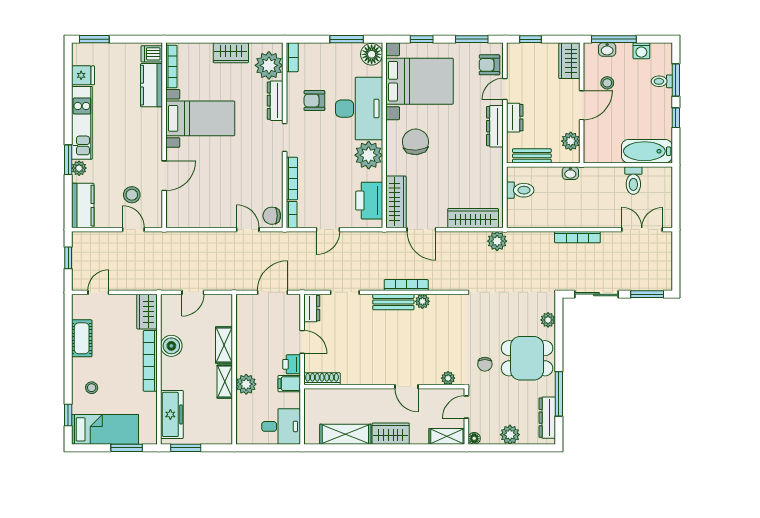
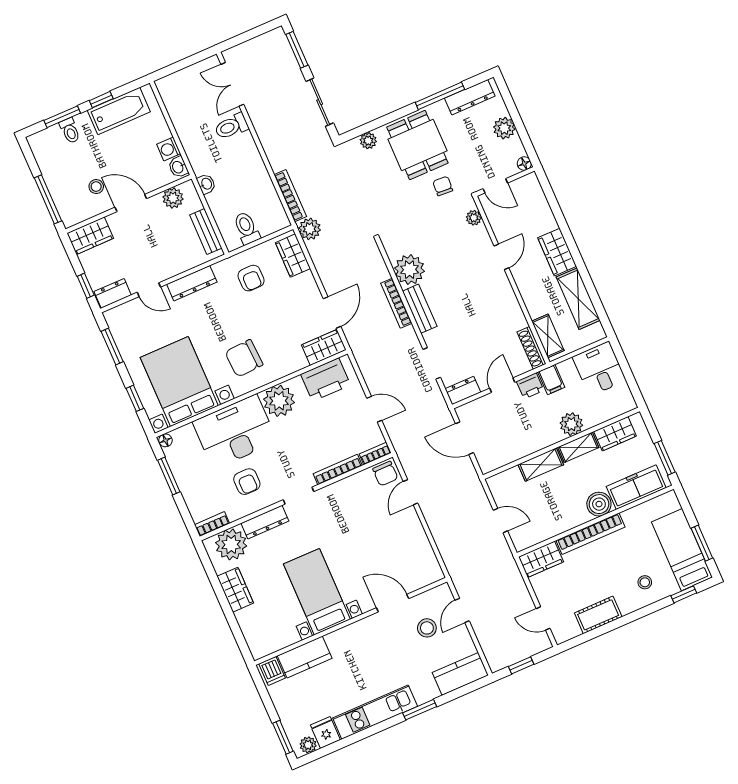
washbasin: (607, 50) -> (178, 167), moved, turned 180
washing machine: (641, 51) -> (169, 149), moved, turned 180
floor lamp: (372, 54) -> (165, 440), width x0.53, depth x0.53
armchair: (489, 65) -> (251, 278), moved
bookcase: (171, 67) -> (276, 645), removed
dresser: (515, 118) -> (113, 293), moved
bathtub: (647, 151) -> (119, 111), moved, turned -90
plant: (79, 168) -> (308, 745), moved
toilet: (633, 181) -> (231, 126), moved, turned 180
wardrobe: (396, 202) -> (324, 347), width x0.67
wardrobe: (473, 218) -> (293, 256), width x0.67
bookcase: (577, 237) -> (290, 196), moved
plant: (422, 301) -> (409, 270), width x1.88, depth x1.88
boiler: (171, 346) -> (599, 504), moved
chair: (485, 364) -> (443, 186), turned -86
wardrobe: (223, 416) -> (615, 434), added
shelving: (447, 436) -> (548, 336), moved
window: (127, 448) -> (702, 543), moved

